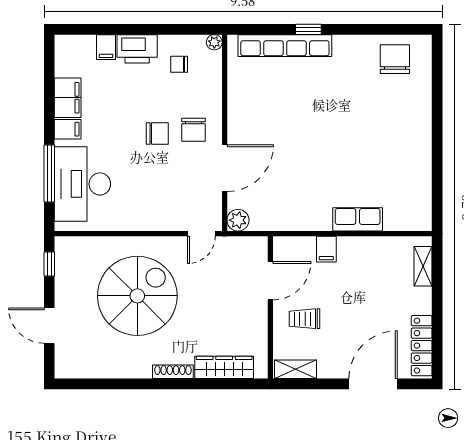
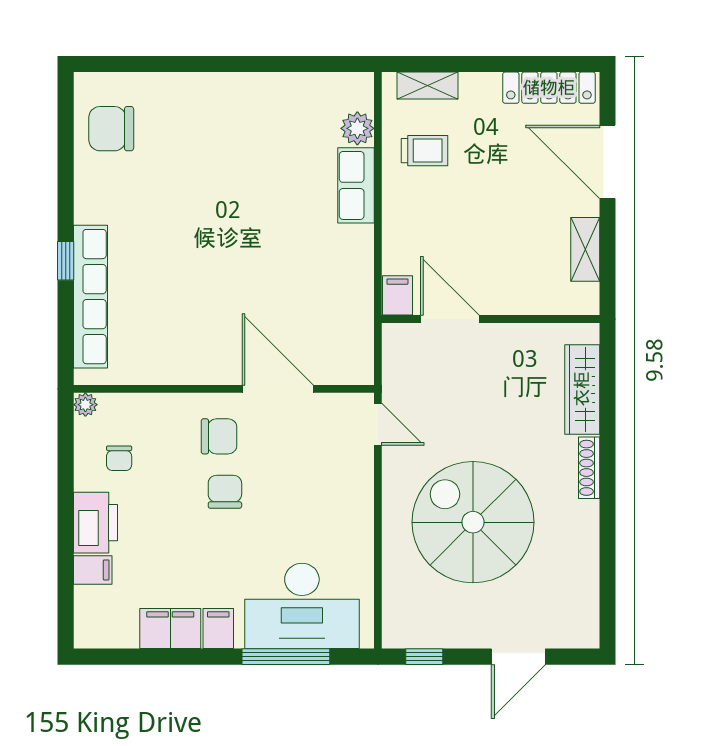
plant: (238, 220) -> (357, 128), moved
filing cabinet: (326, 249) -> (397, 295), moved, turned -90
trolley: (305, 319) -> (424, 151), moved, turned -90
shelving: (295, 369) -> (585, 249), moved

